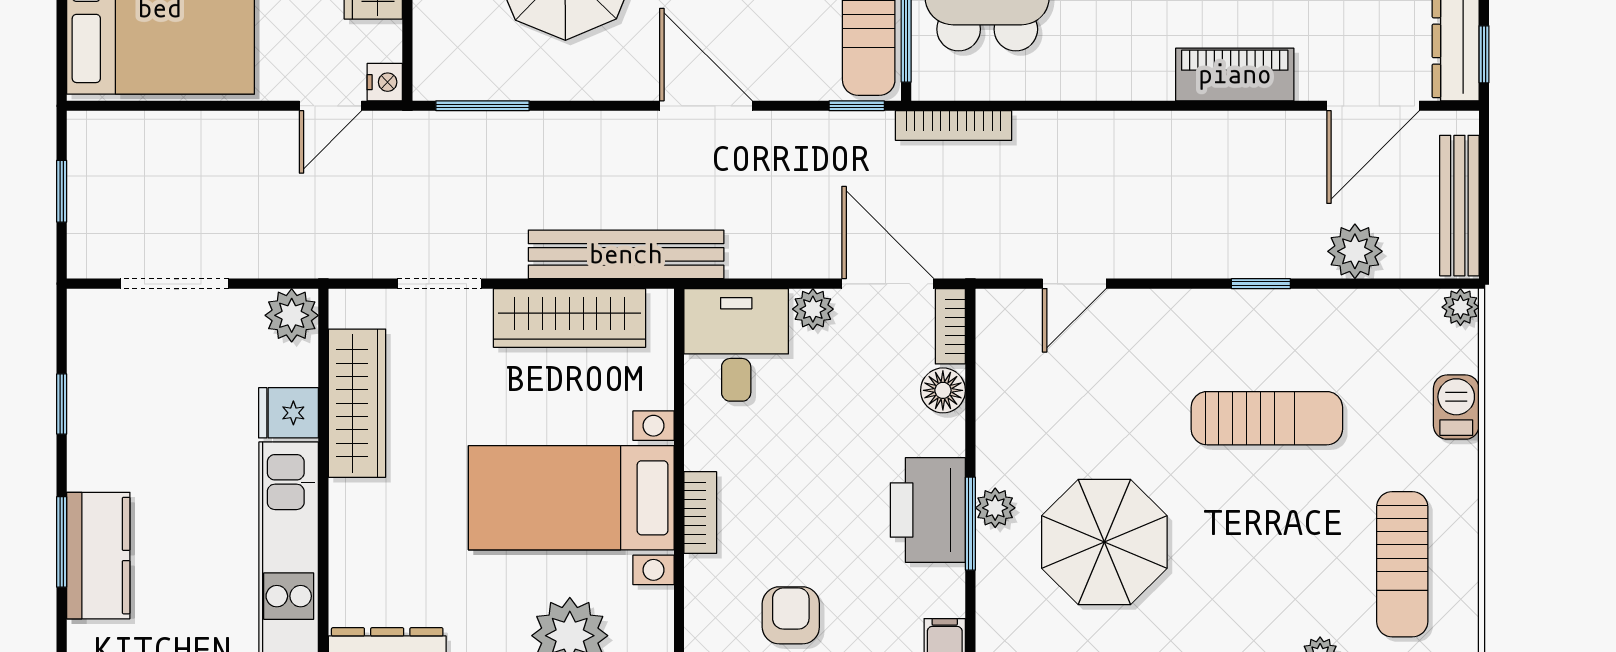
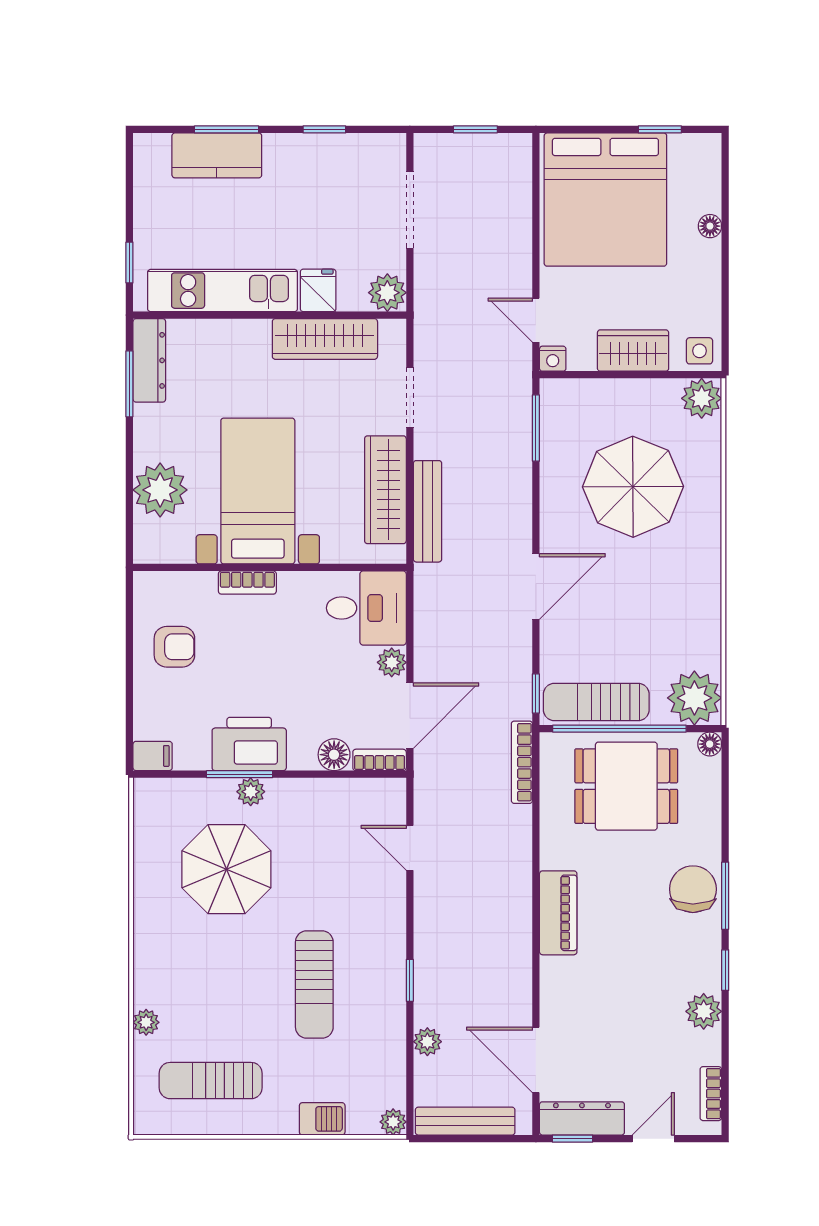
piano: (1235, 74) -> (558, 913), moved
plant: (1355, 251) -> (427, 1042), width x0.73, depth x0.73
bench: (626, 254) -> (428, 511), width x0.73, depth x0.82

